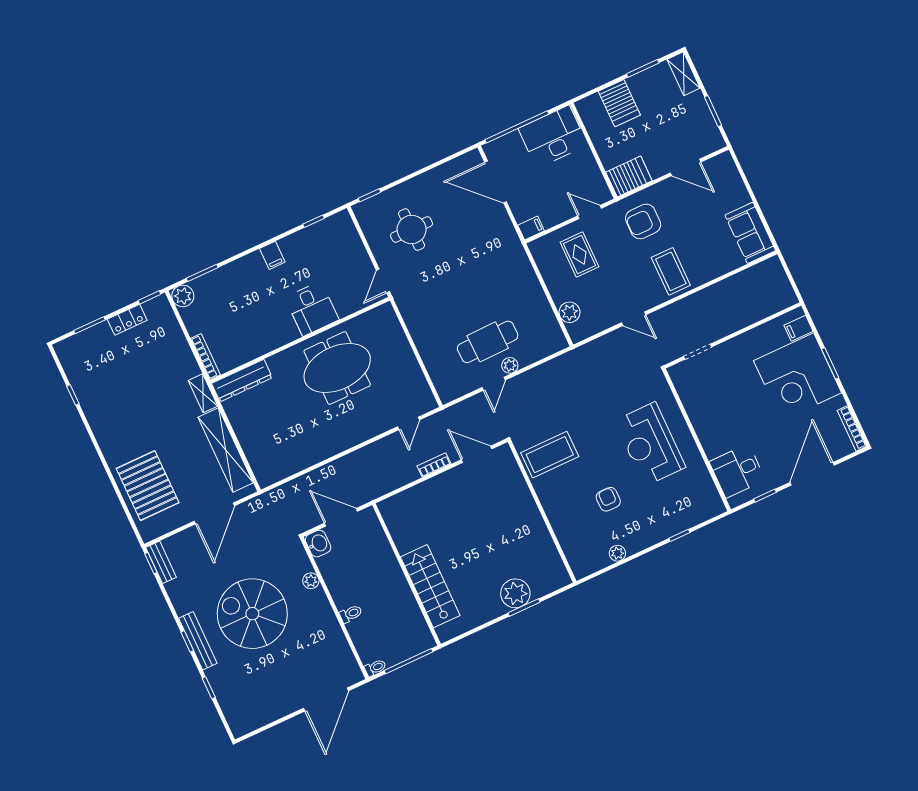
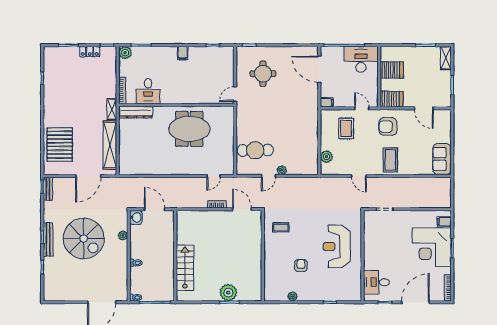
server rack: (619, 103) -> (392, 70), moved, turned -90
desk: (312, 309) -> (148, 91), moved
cafe table: (488, 342) -> (255, 150), moved
coffee table: (550, 455) -> (281, 227), width x0.54, depth x0.58
spiral stairs: (252, 614) -> (84, 238), turned 180

